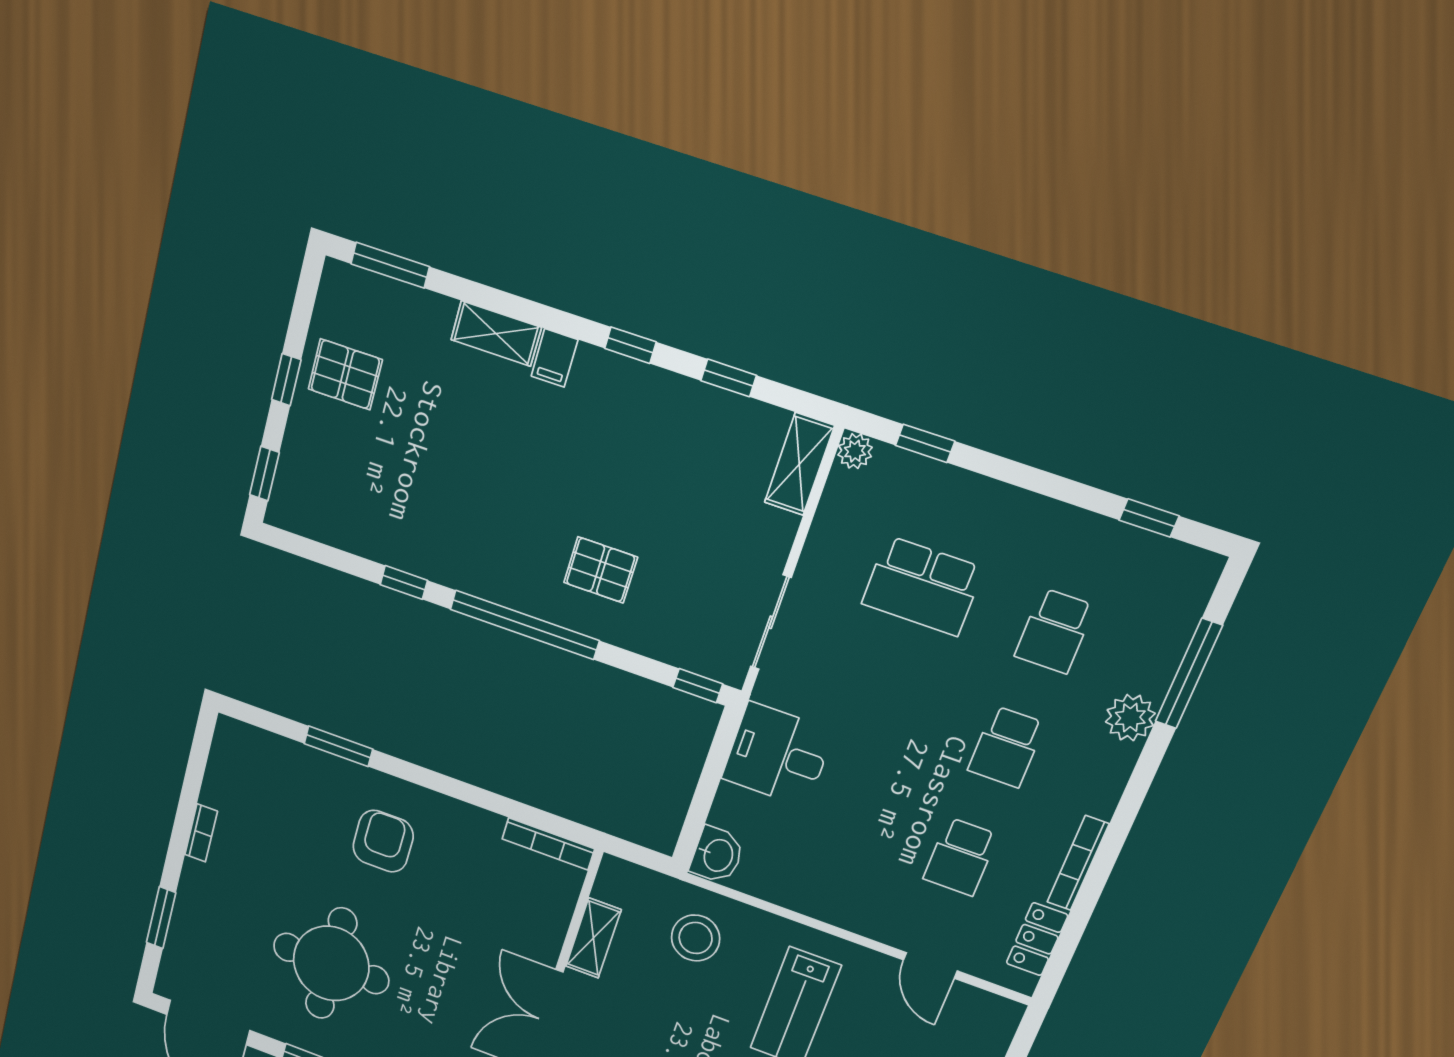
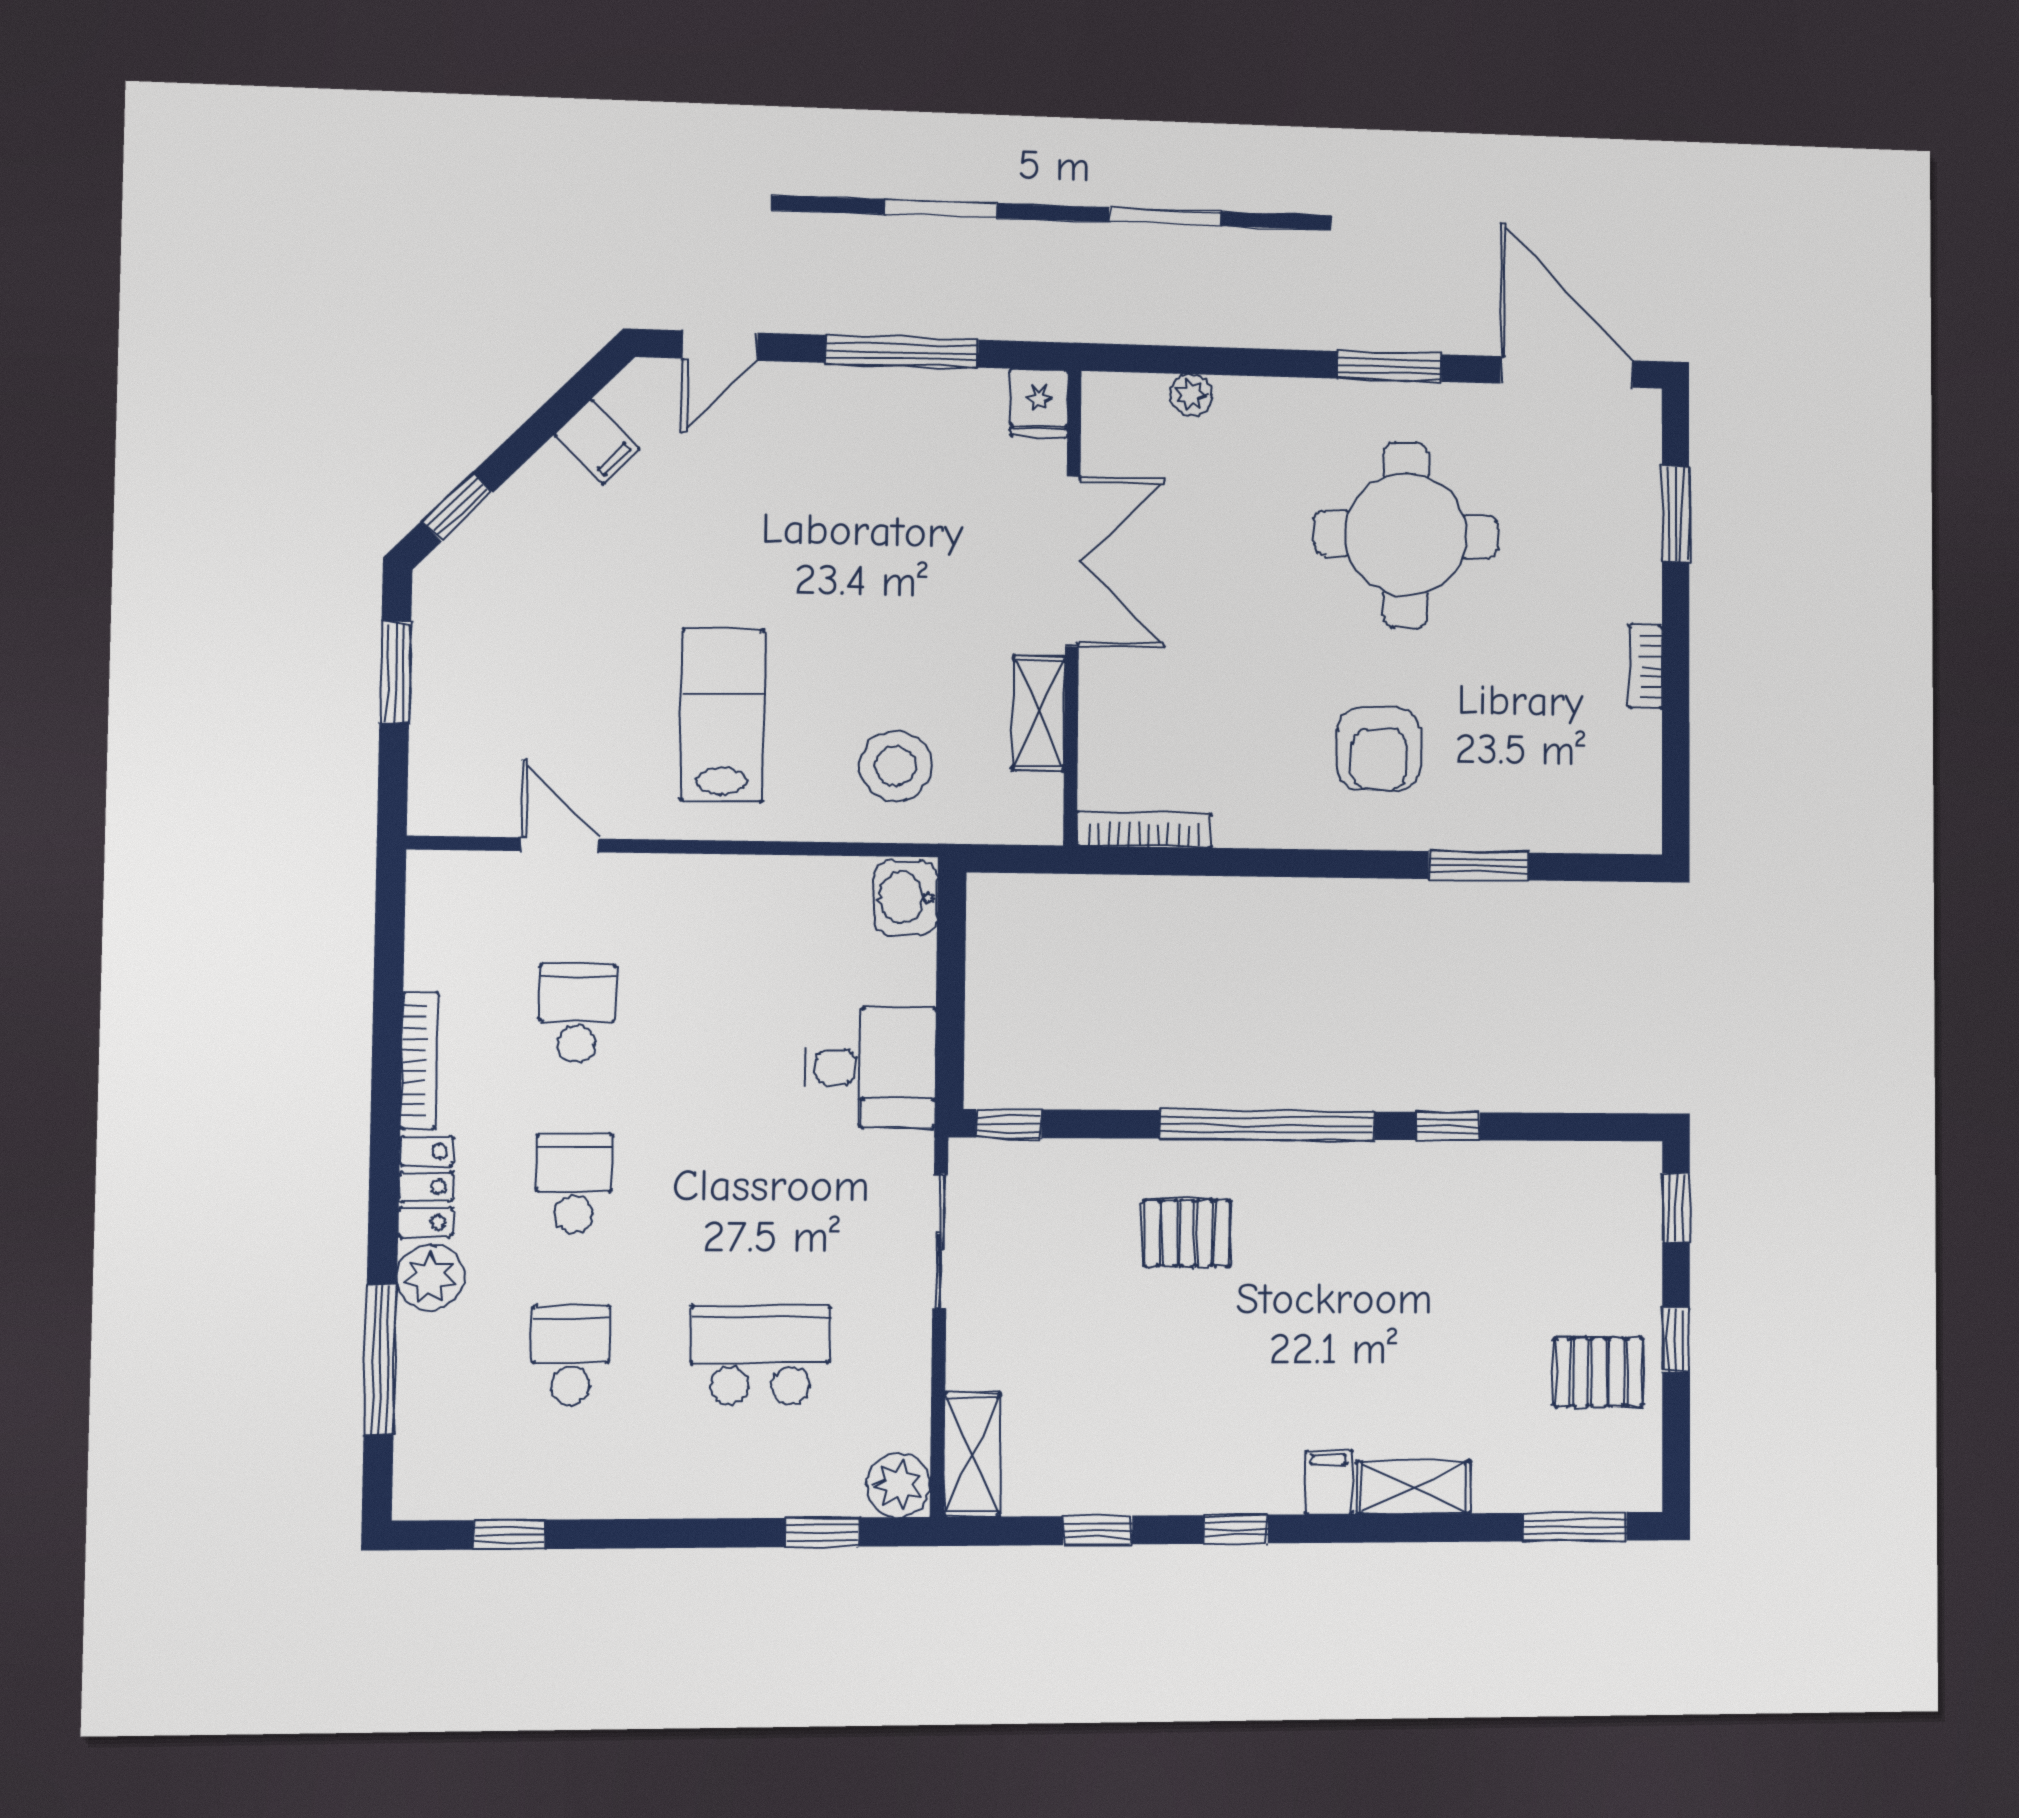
plant: (855, 451) -> (898, 1485), width x1.38, depth x1.38
locker: (1037, 939) -> (426, 1187), moved

